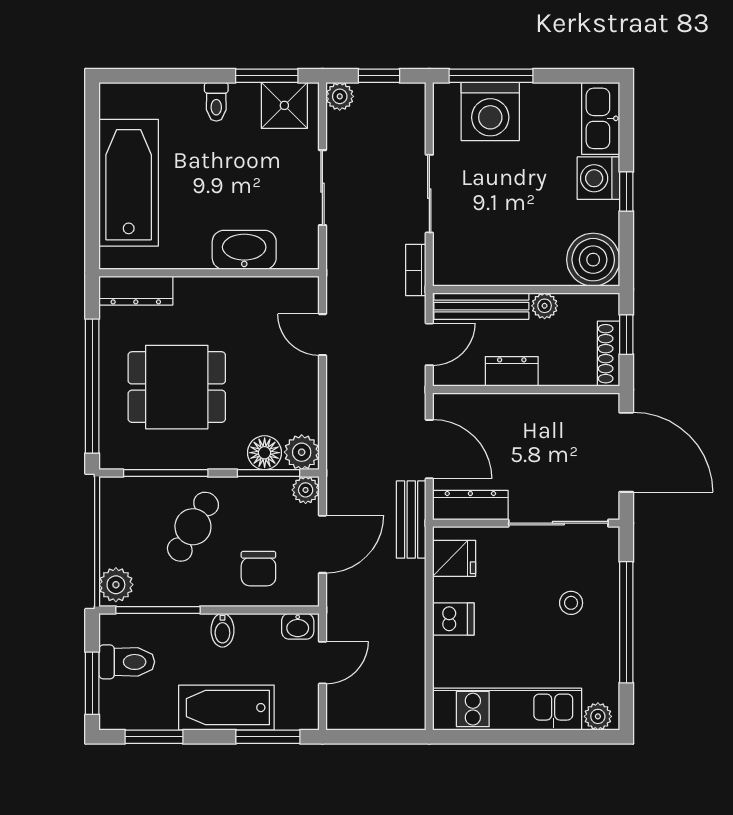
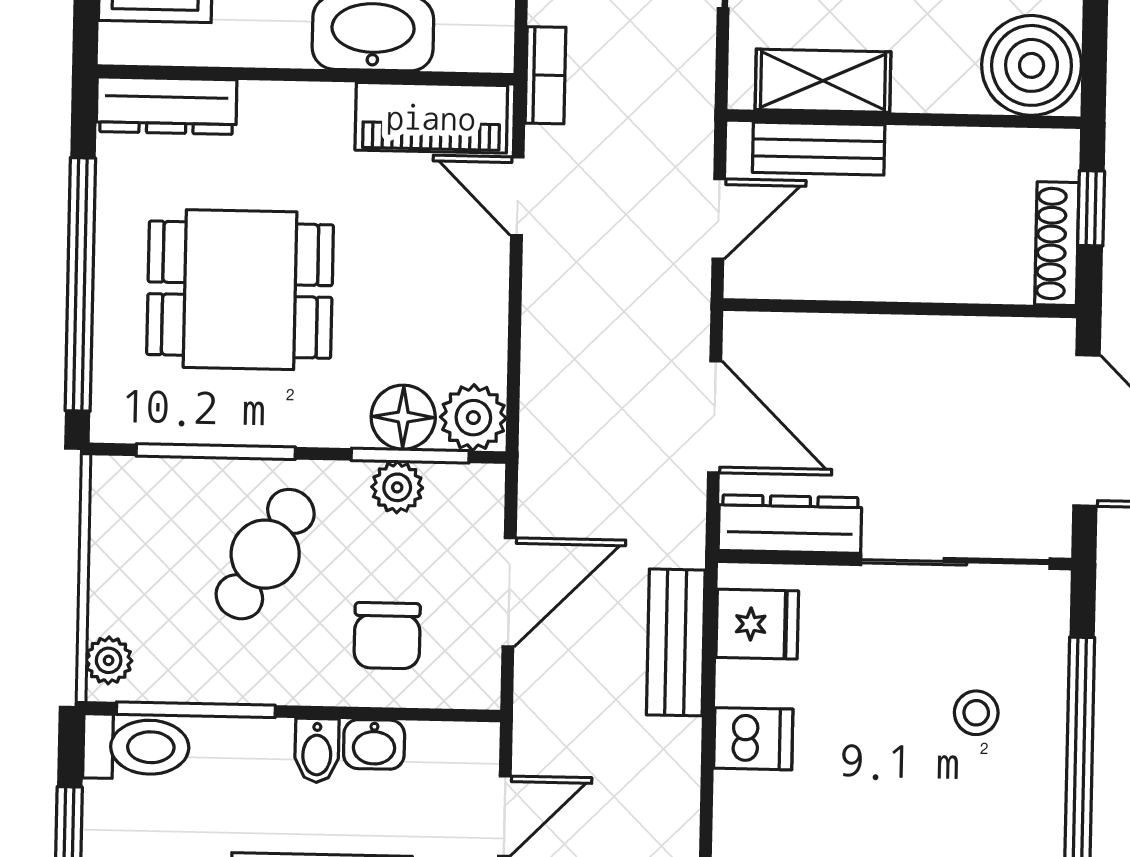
bookcase: (416, 270) -> (546, 75), moved, turned 180
shelving: (483, 270) -> (823, 81), added
piano: (276, 294) -> (431, 118), added
bench: (481, 306) -> (819, 149), width x0.73
plant: (545, 306) -> (938, 151), removed
dresser: (512, 371) -> (873, 273), removed
plant: (306, 490) -> (397, 487), moved
bench: (411, 520) -> (676, 642), moved
plant: (116, 585) -> (109, 660), width x0.73, depth x0.73
washbasin: (298, 626) -> (374, 744), moved
toilet: (127, 662) -> (136, 747), moved

